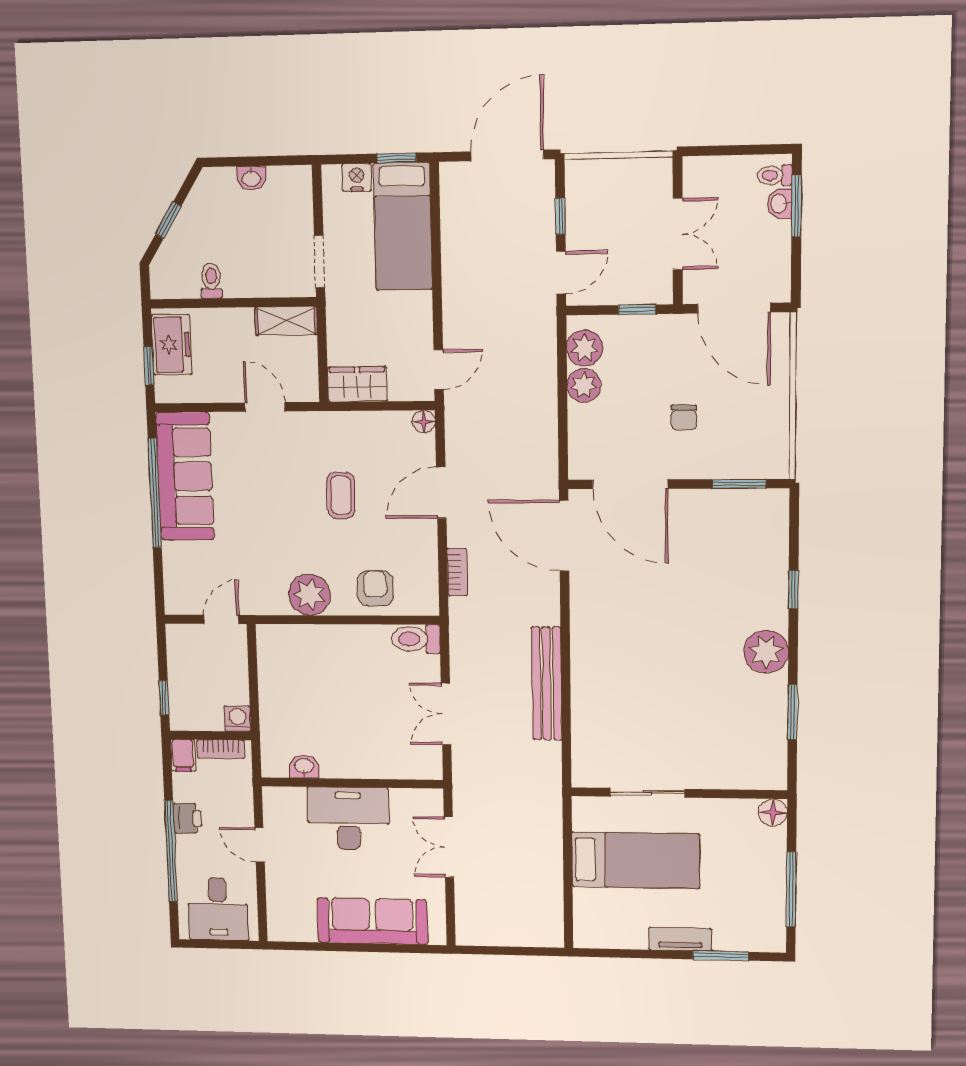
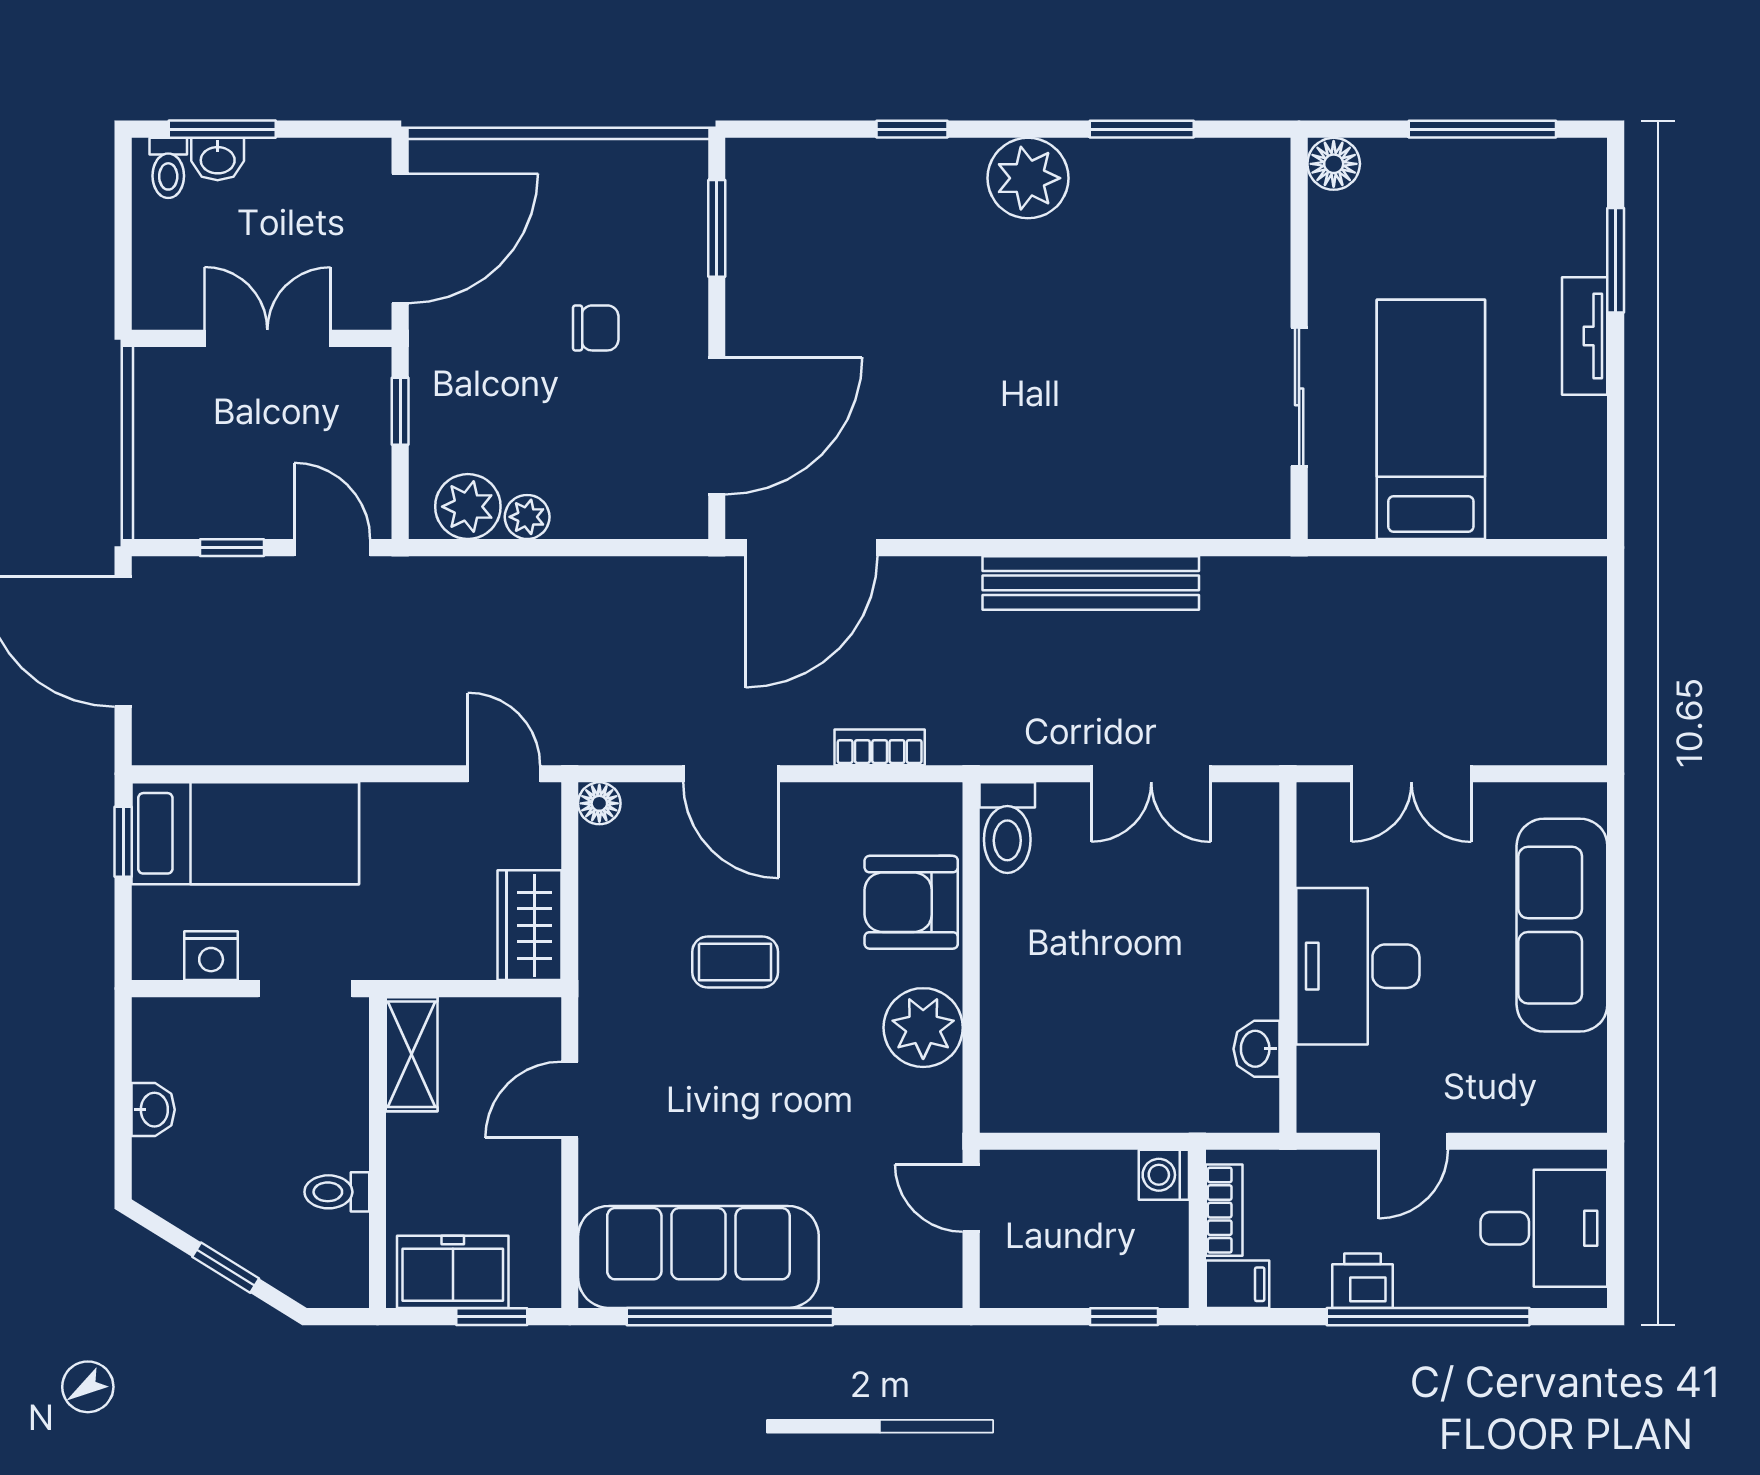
nightstand: (357, 177) -> (211, 956), moved, turned -90
plant: (584, 385) -> (527, 517), width x0.73, depth x0.73
armchair: (375, 589) -> (911, 902), width x1.38, depth x1.38

